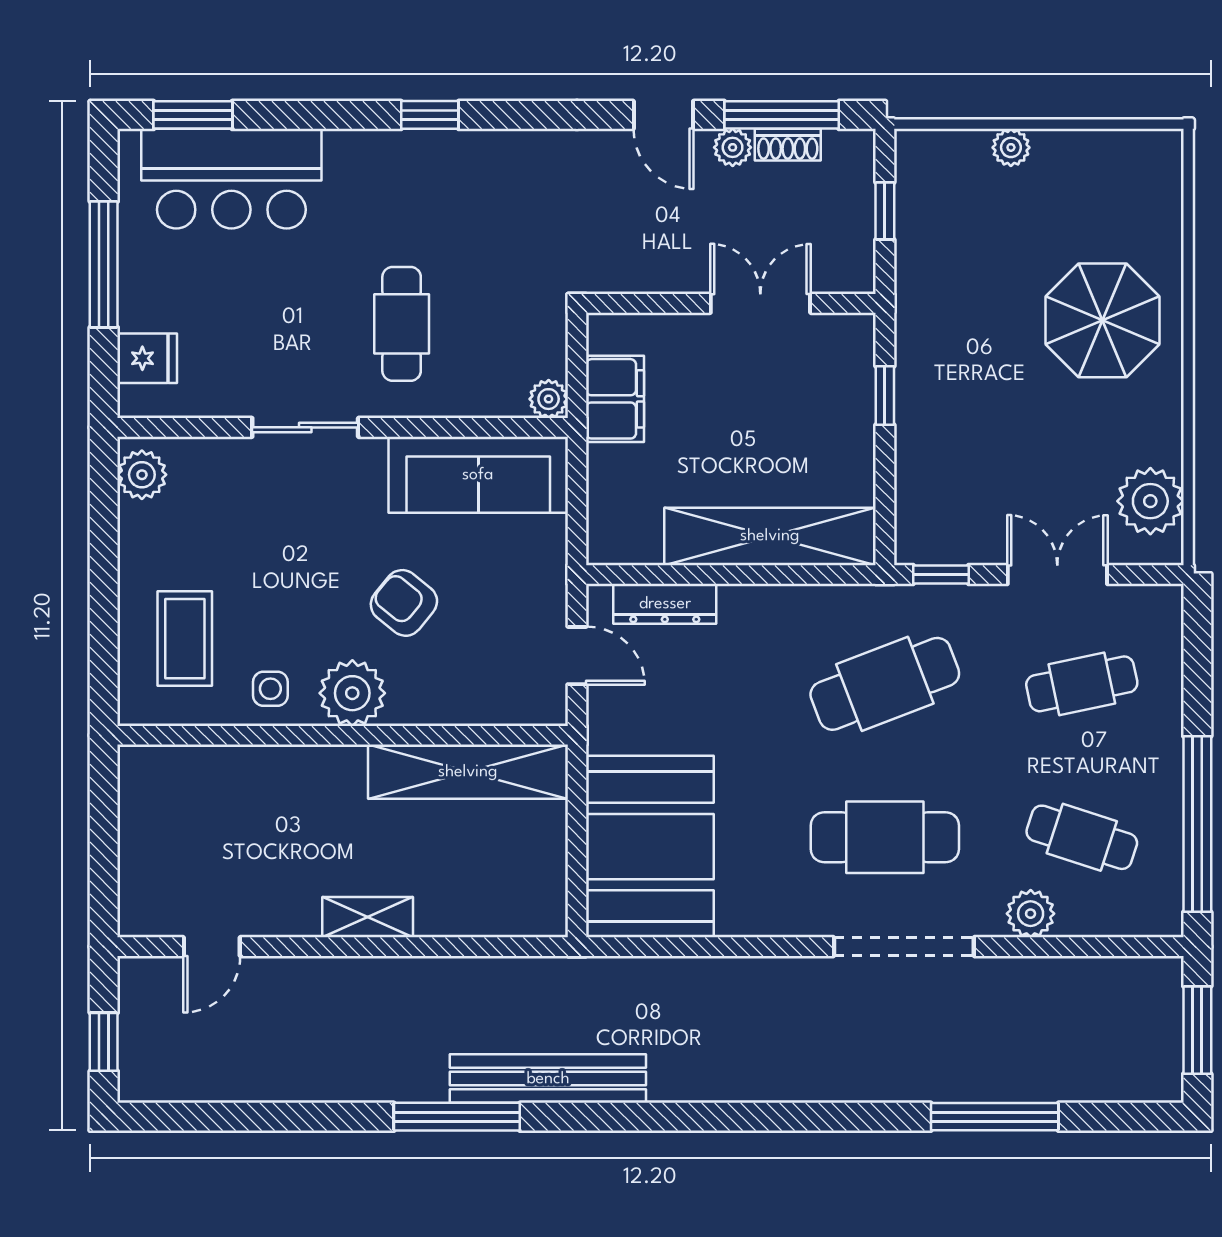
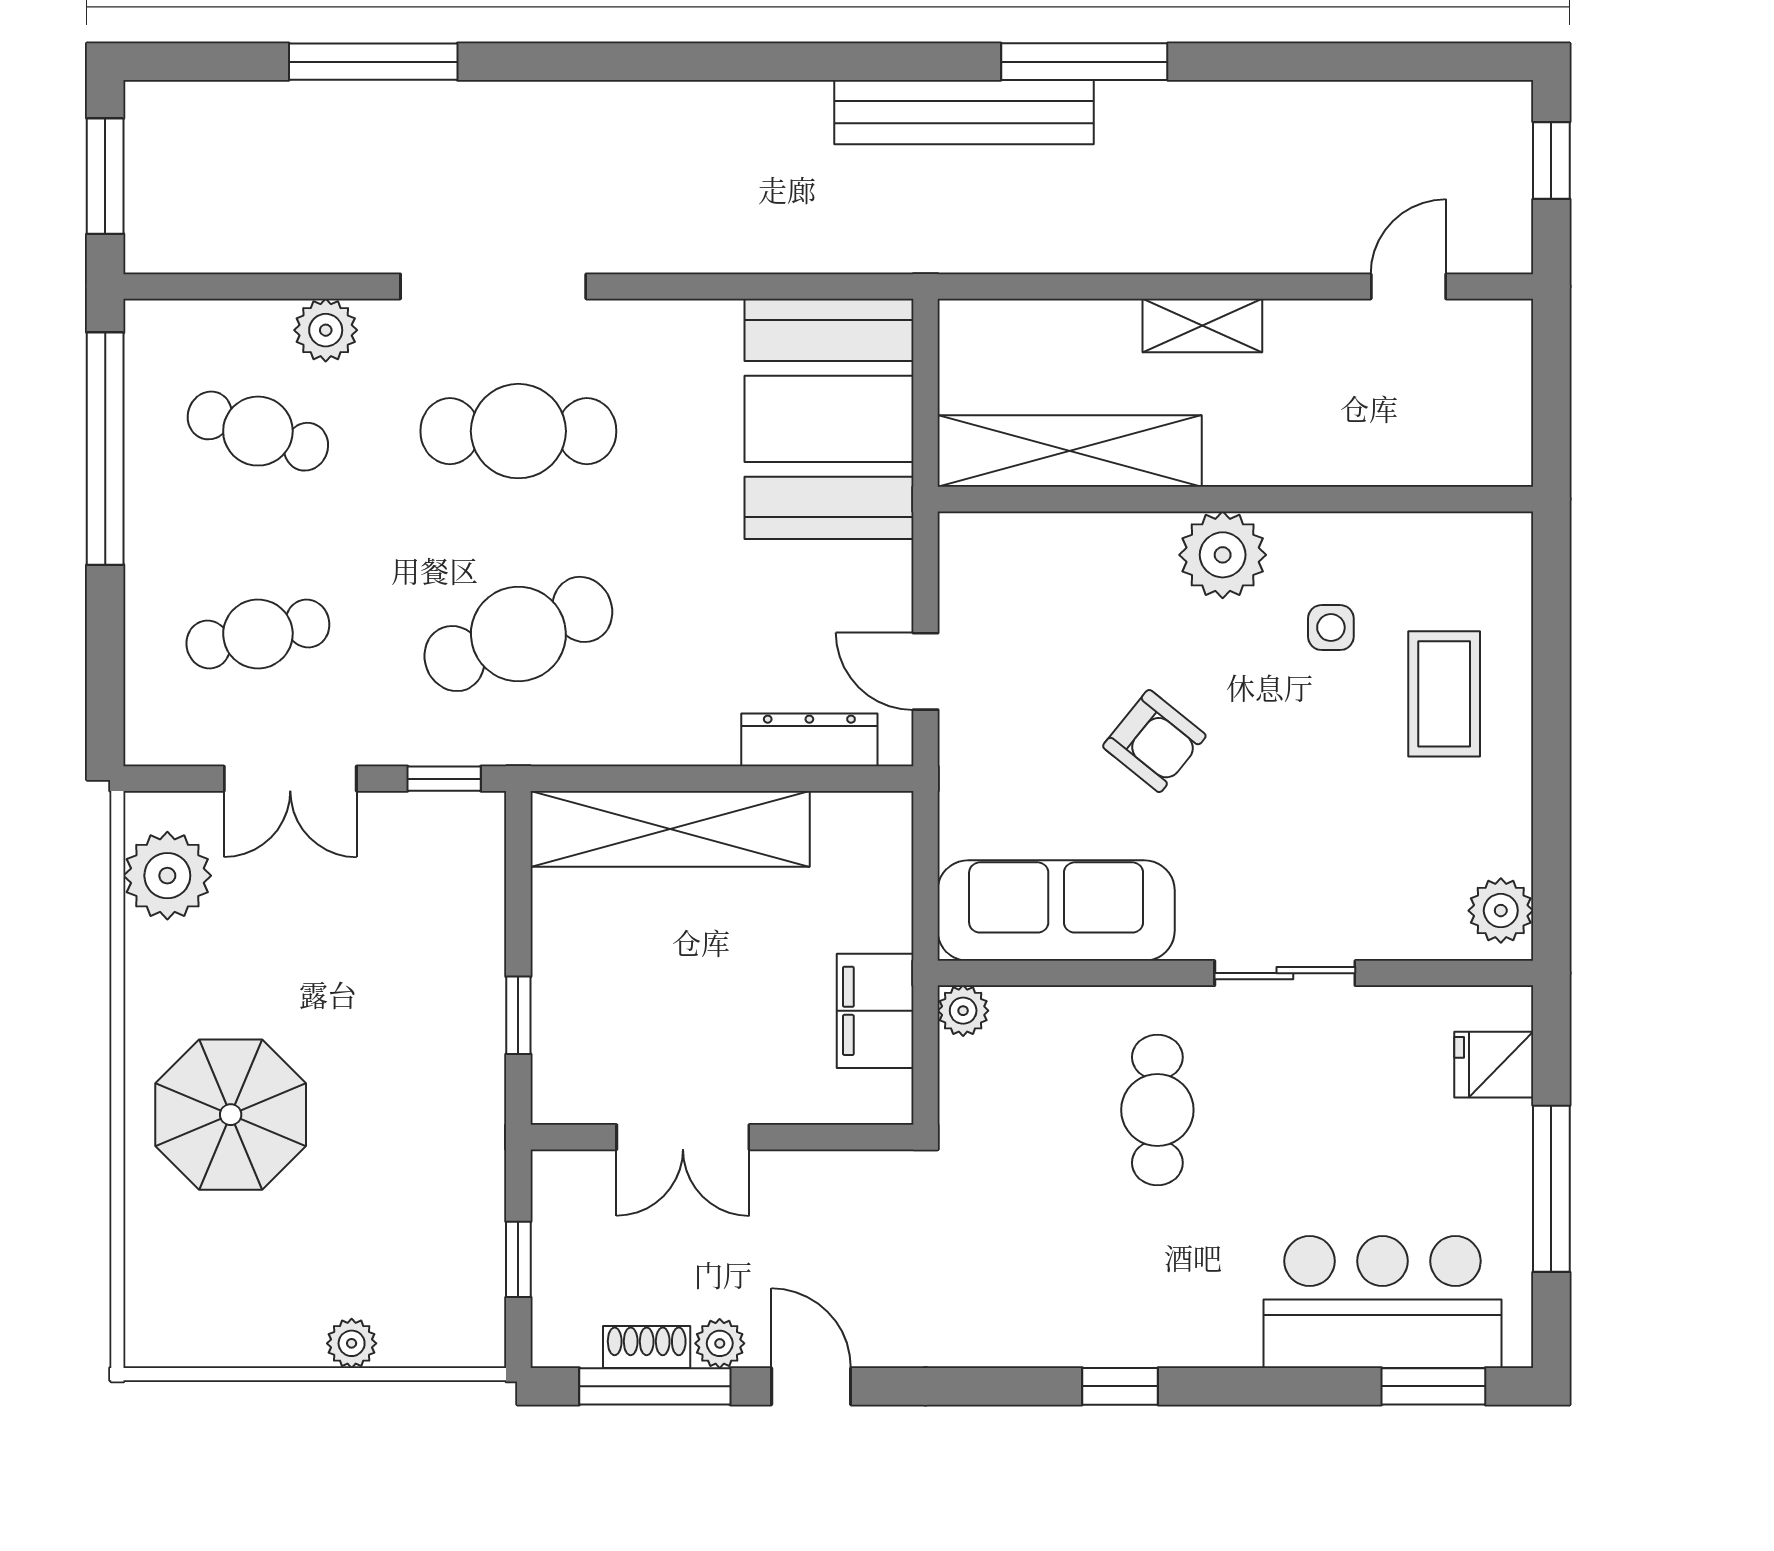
plant: (352, 693) -> (1223, 555), moved
wall: (343, 735) -> (1235, 499), moved
shelving: (468, 772) -> (1070, 451), moved

